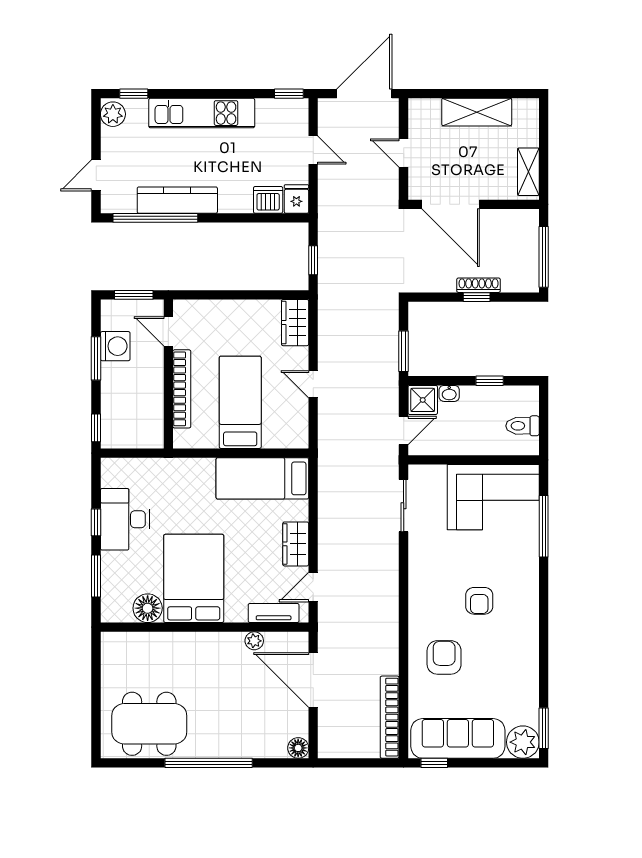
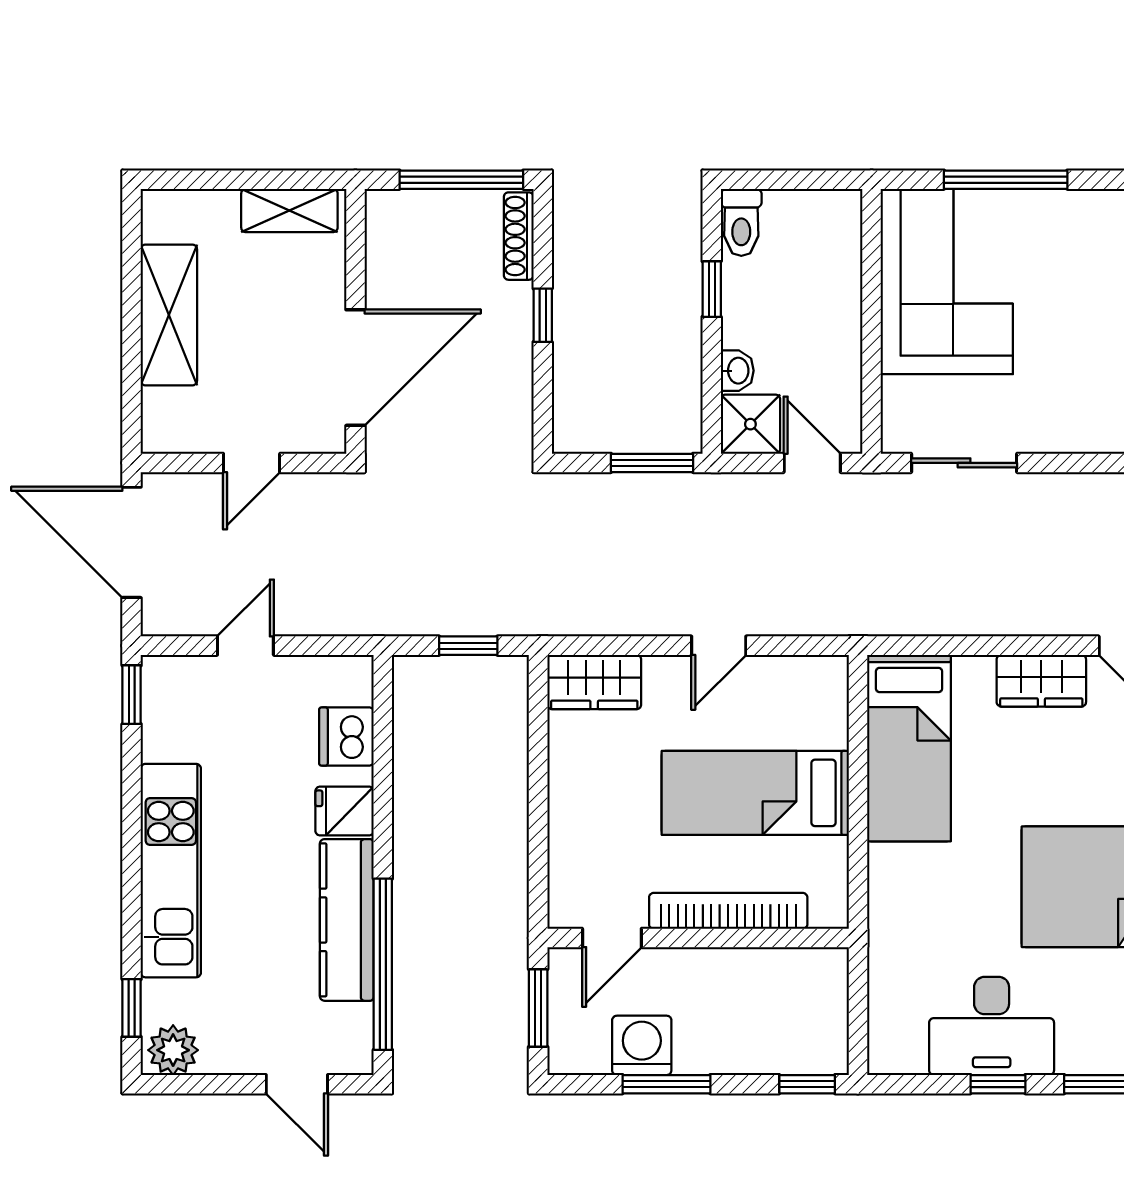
fridge: (296, 199) -> (345, 811), moved
shoe rack: (479, 285) -> (519, 236), moved
toilet: (523, 426) -> (741, 222), moved

